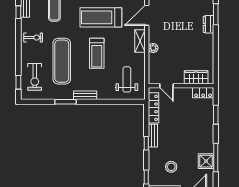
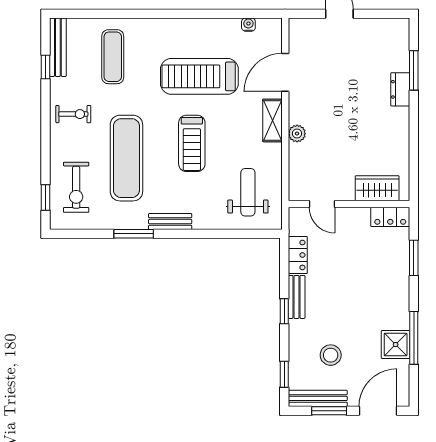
locker: (154, 108) -> (298, 255), width x0.66

